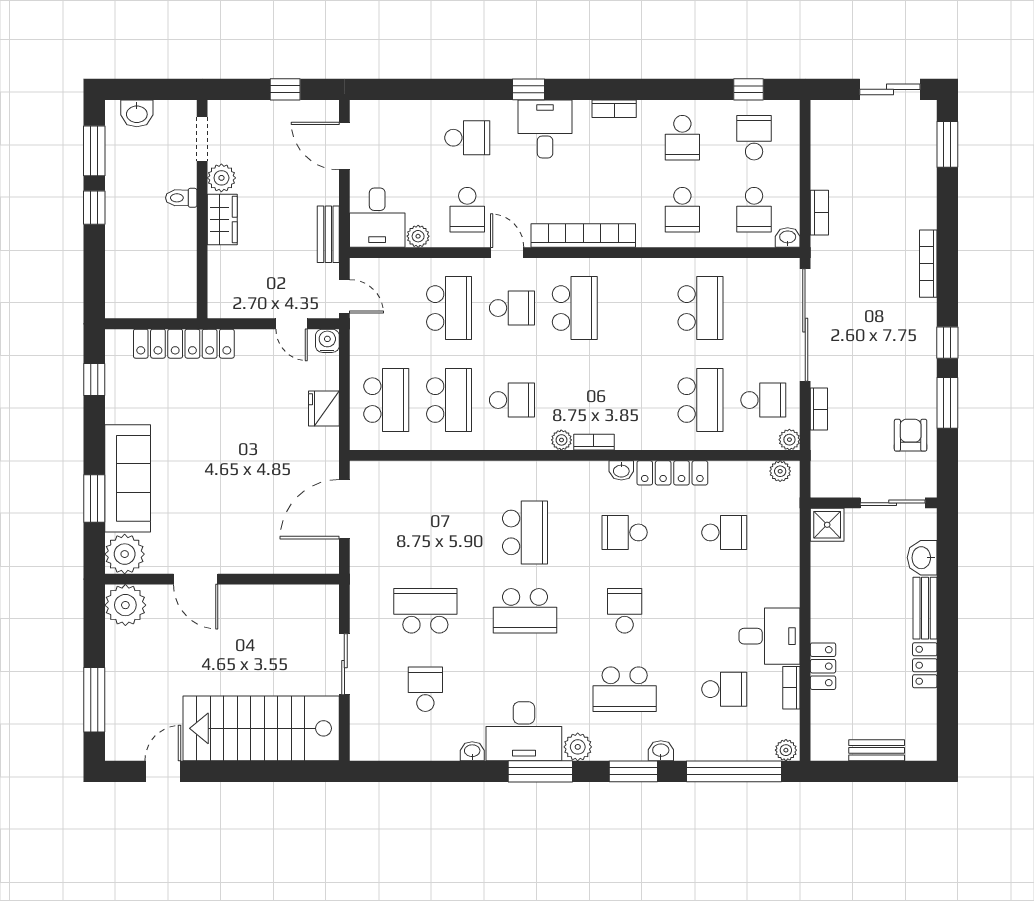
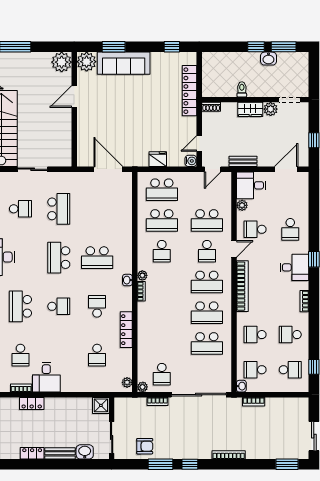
washbasin: (137, 113) -> (268, 59), moved, turned -90
toilet: (181, 198) -> (242, 89), moved
shoe rack: (217, 299) -> (211, 107), added
school desk: (701, 400) -> (207, 313), moved
washbasin: (621, 470) -> (127, 280), moved

